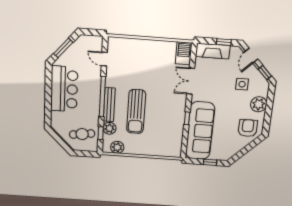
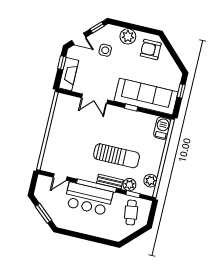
barbecue: (184, 53) -> (162, 128), moved, turned 90
bar counter: (64, 89) -> (88, 199), moved, turned 180
bench: (109, 105) -> (110, 181), width x0.73

